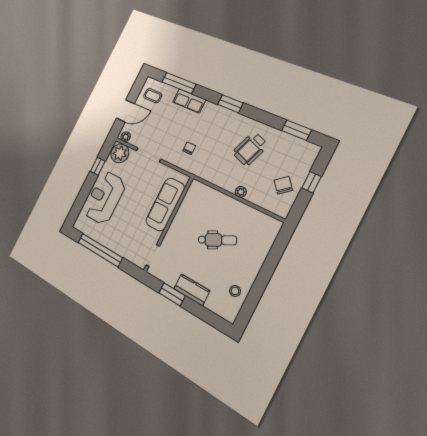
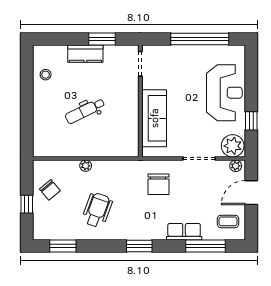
chair: (189, 148) -> (158, 184), width x1.87, depth x1.87

